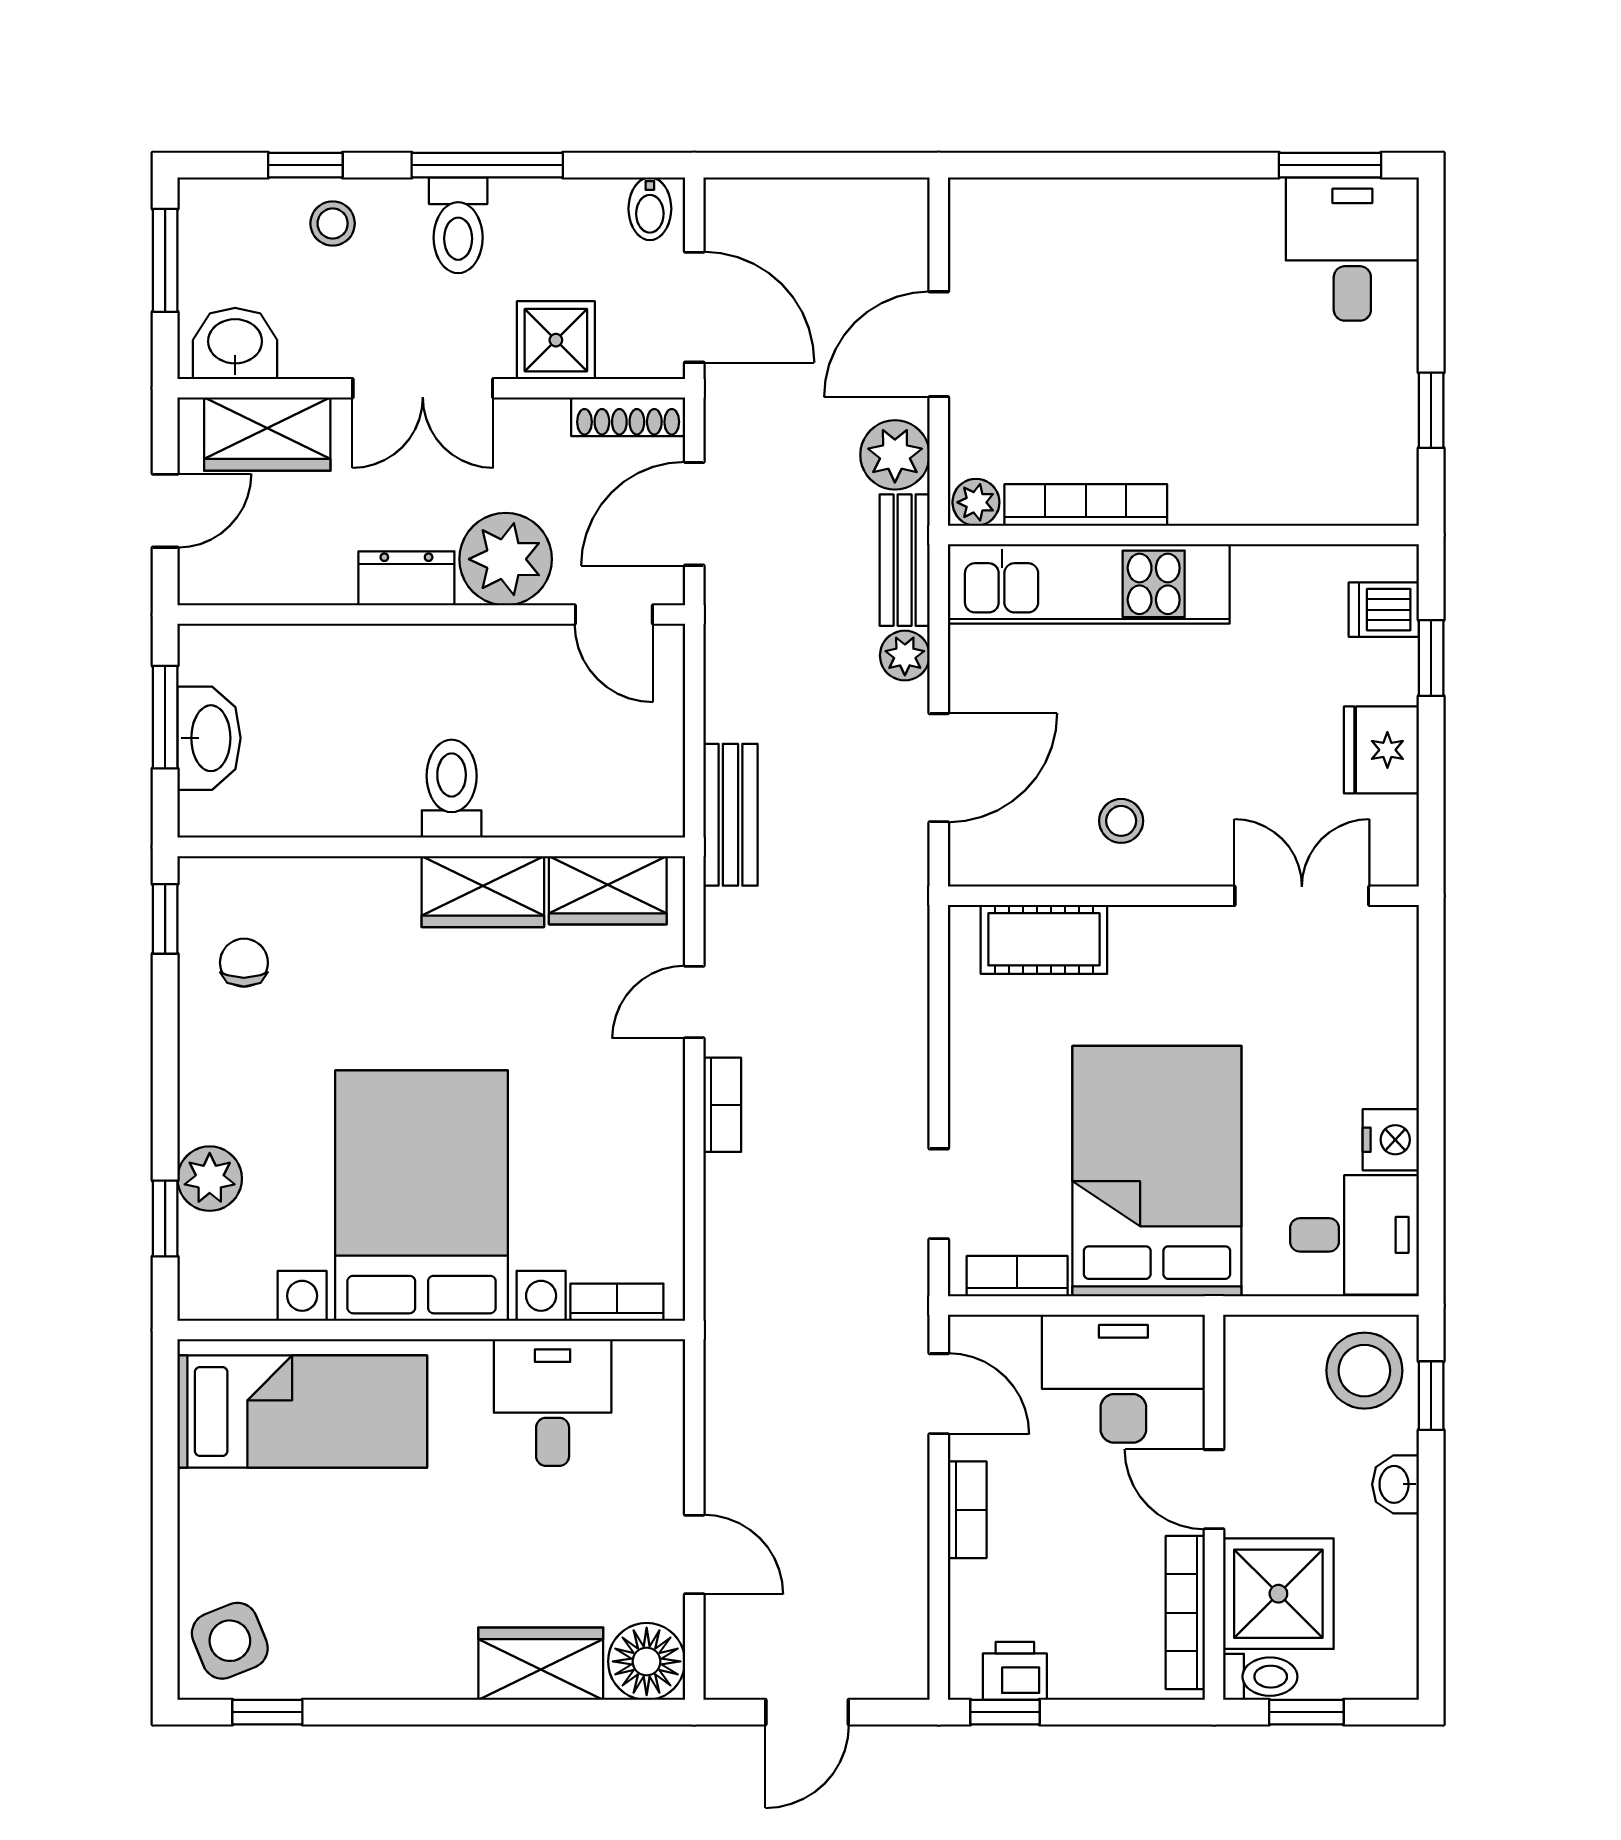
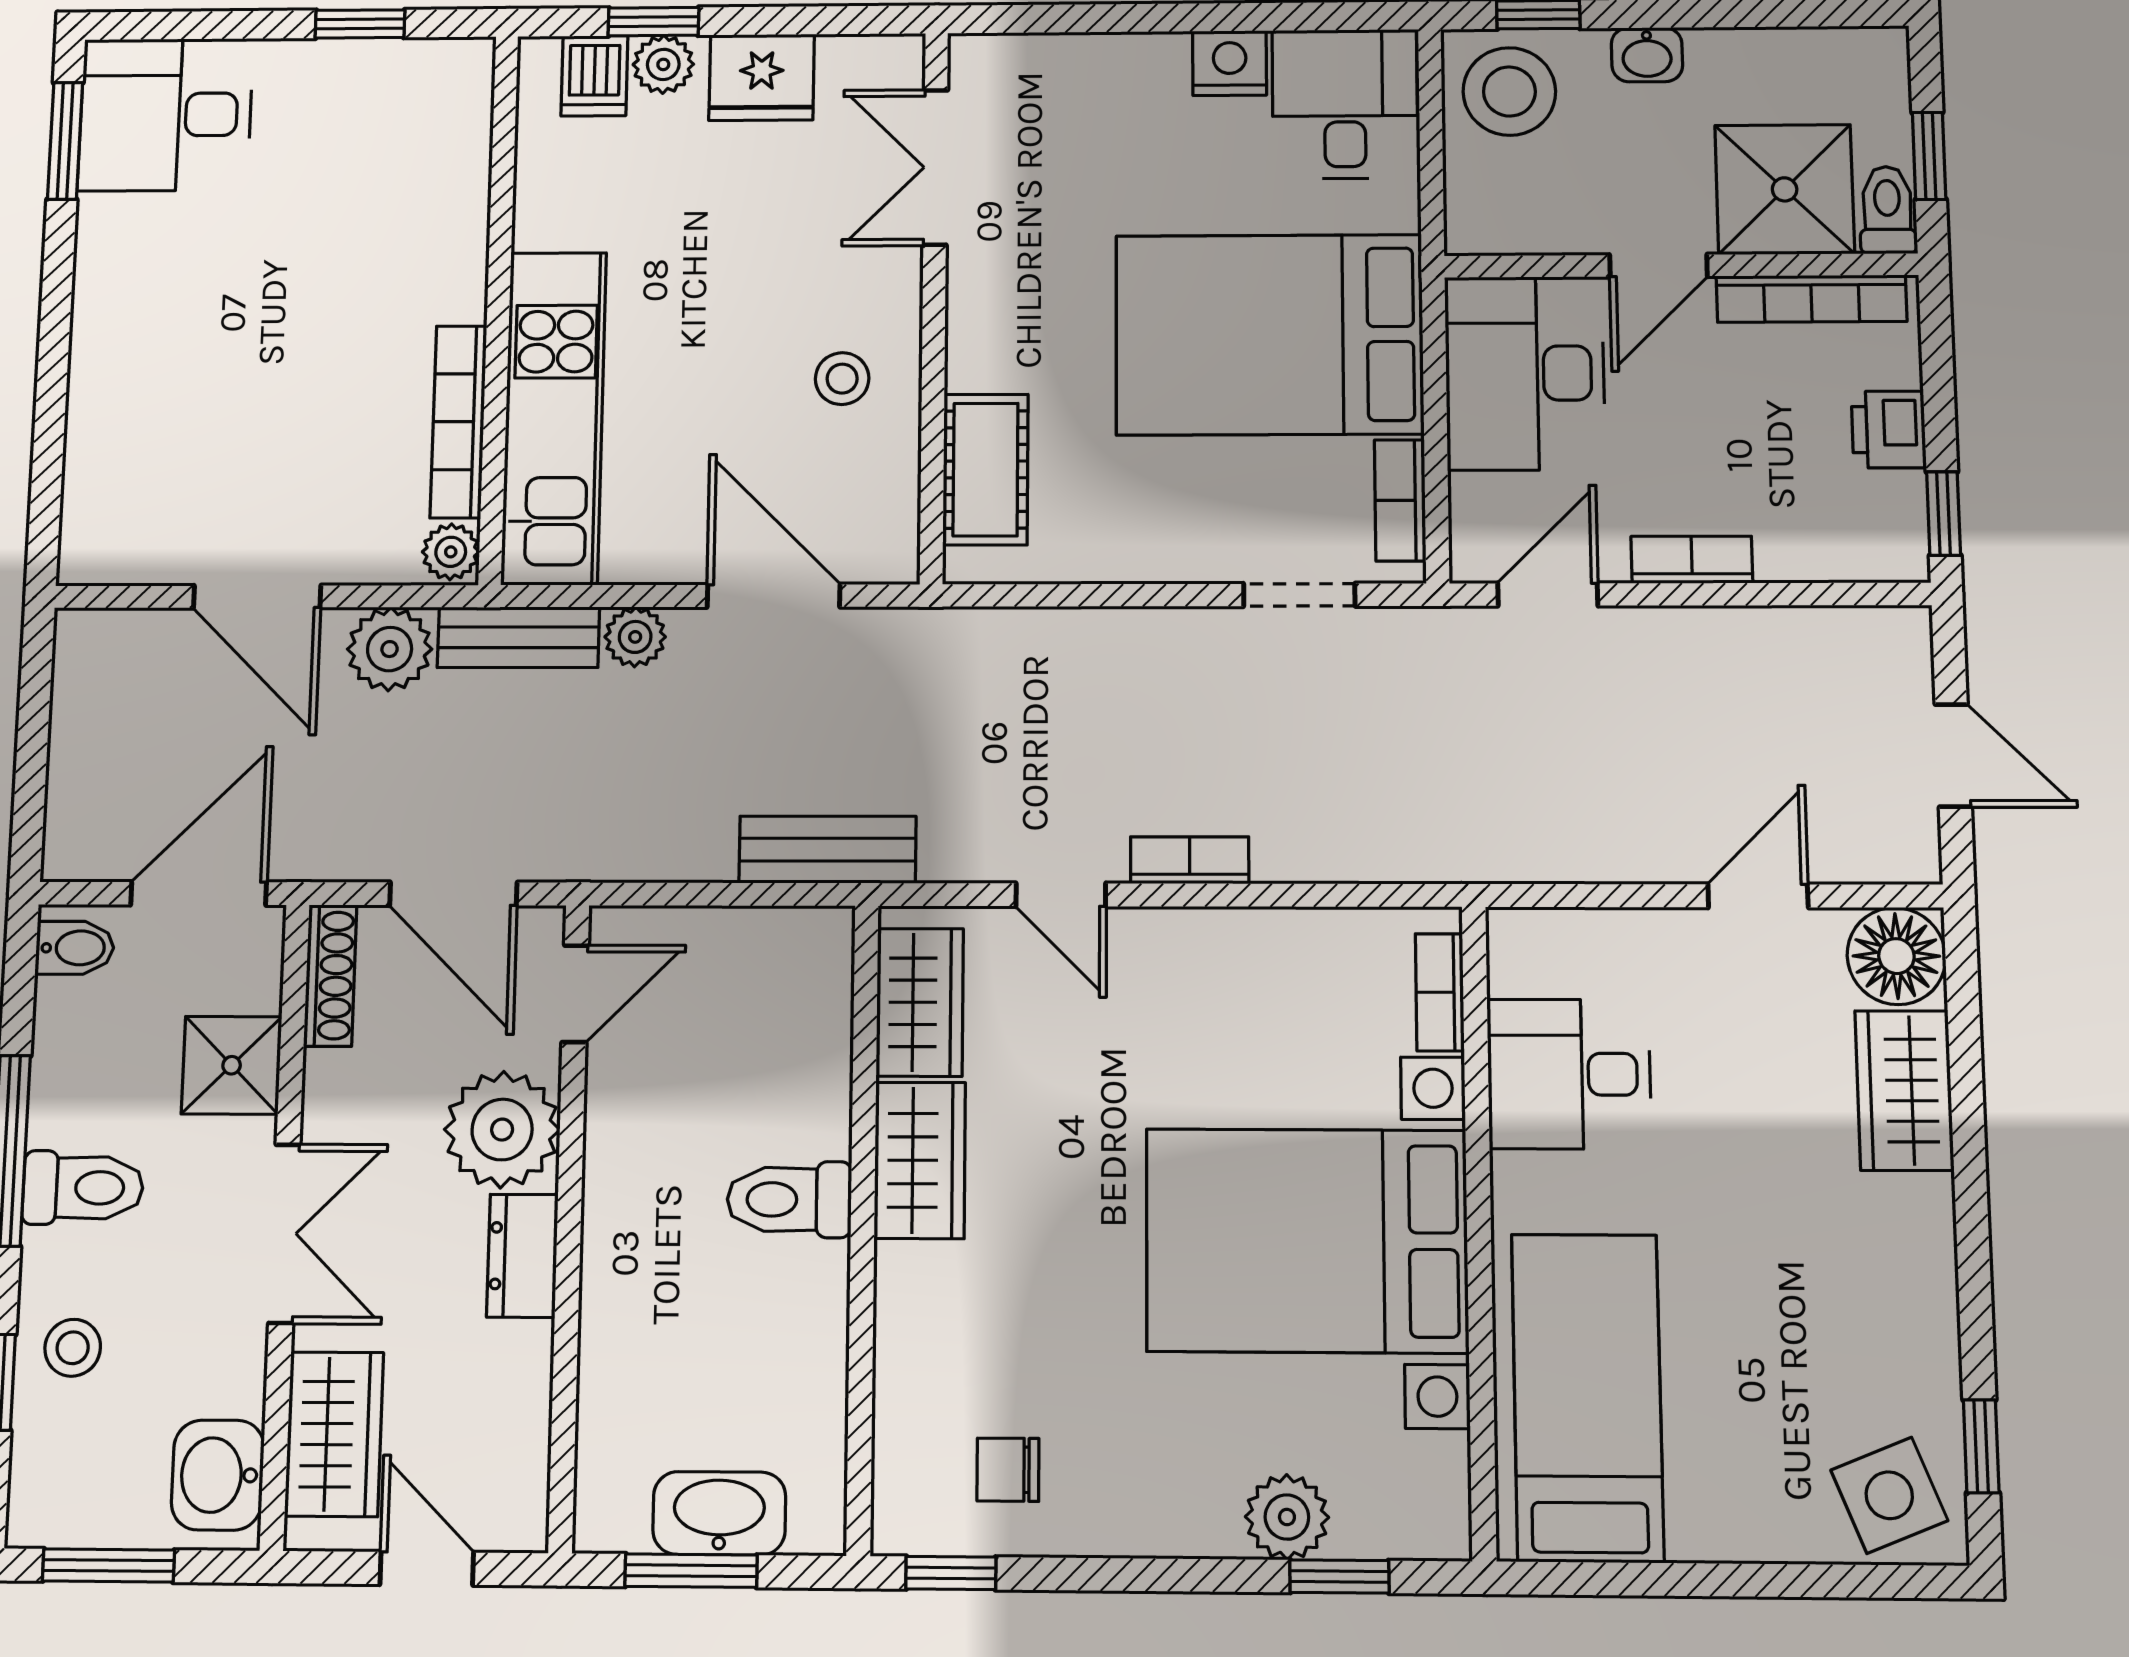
plant: (1393, 667) -> (663, 64), added
printer: (1015, 1671) -> (1889, 430), moved

